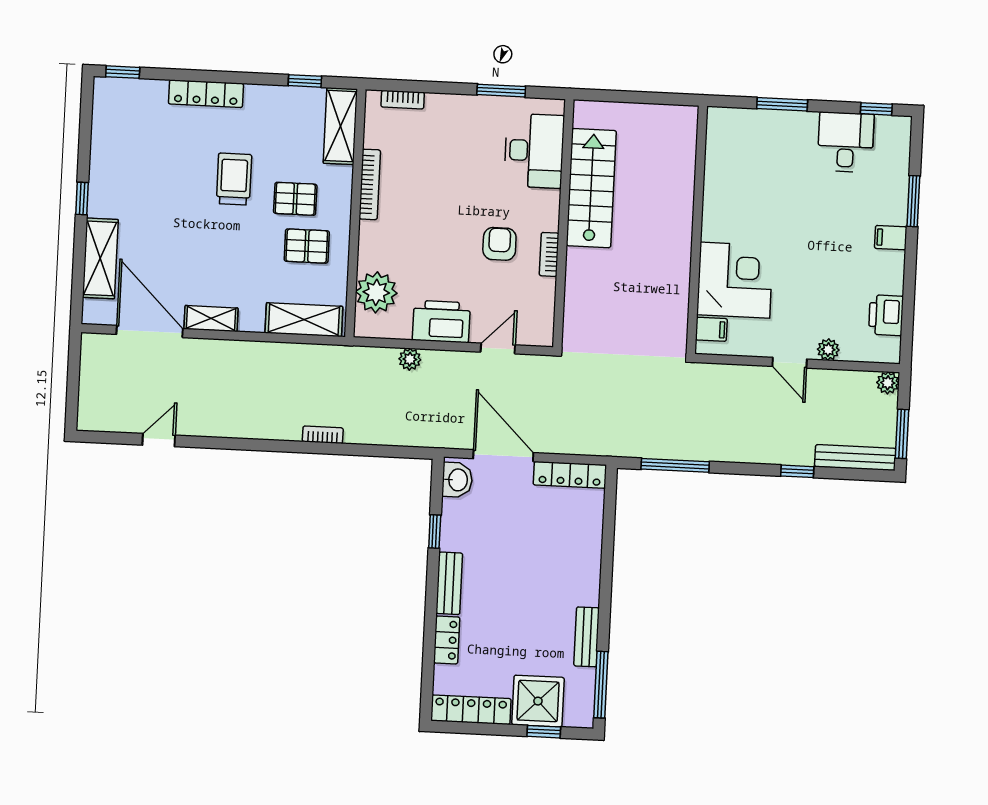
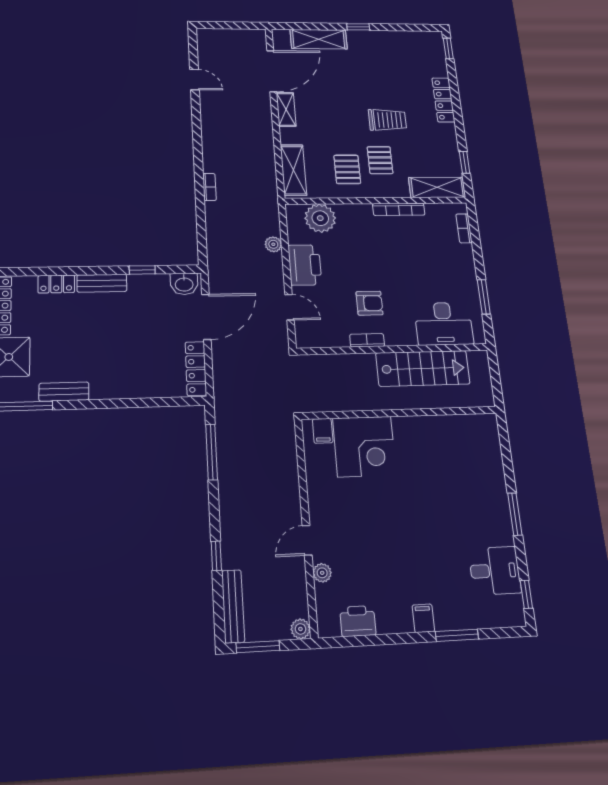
wall: (697, 230) -> (399, 413), moved
corner desk: (735, 280) -> (364, 446), moved
filing cabinet: (711, 329) -> (323, 431), moved

